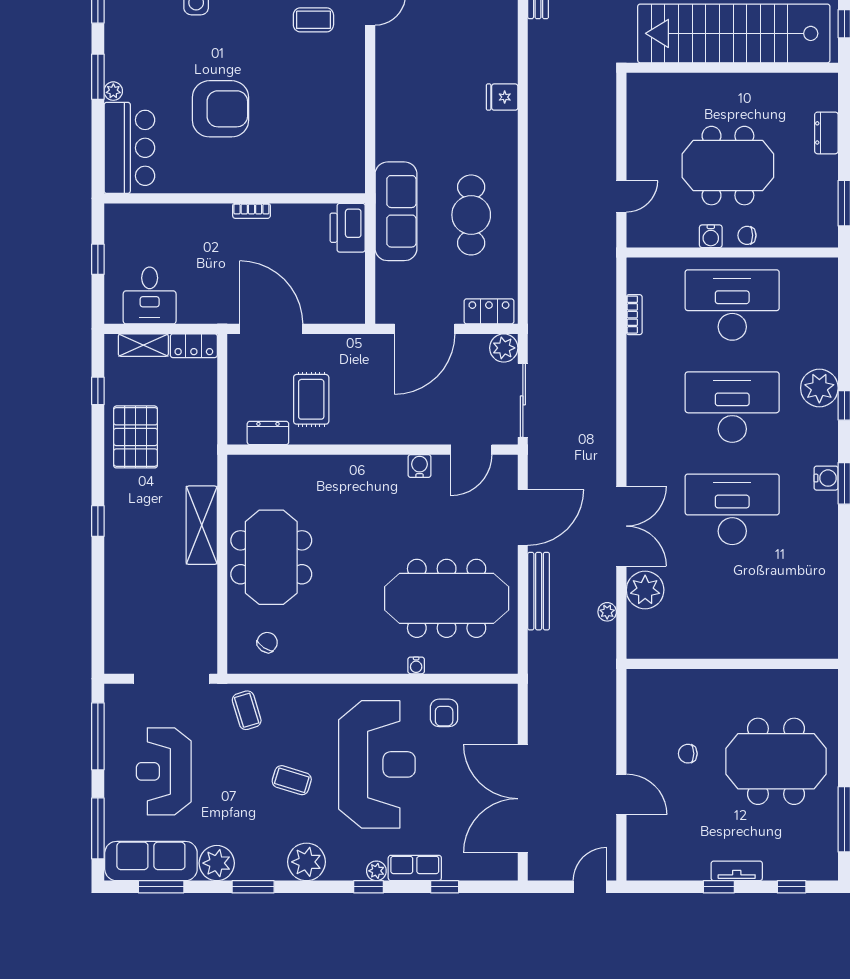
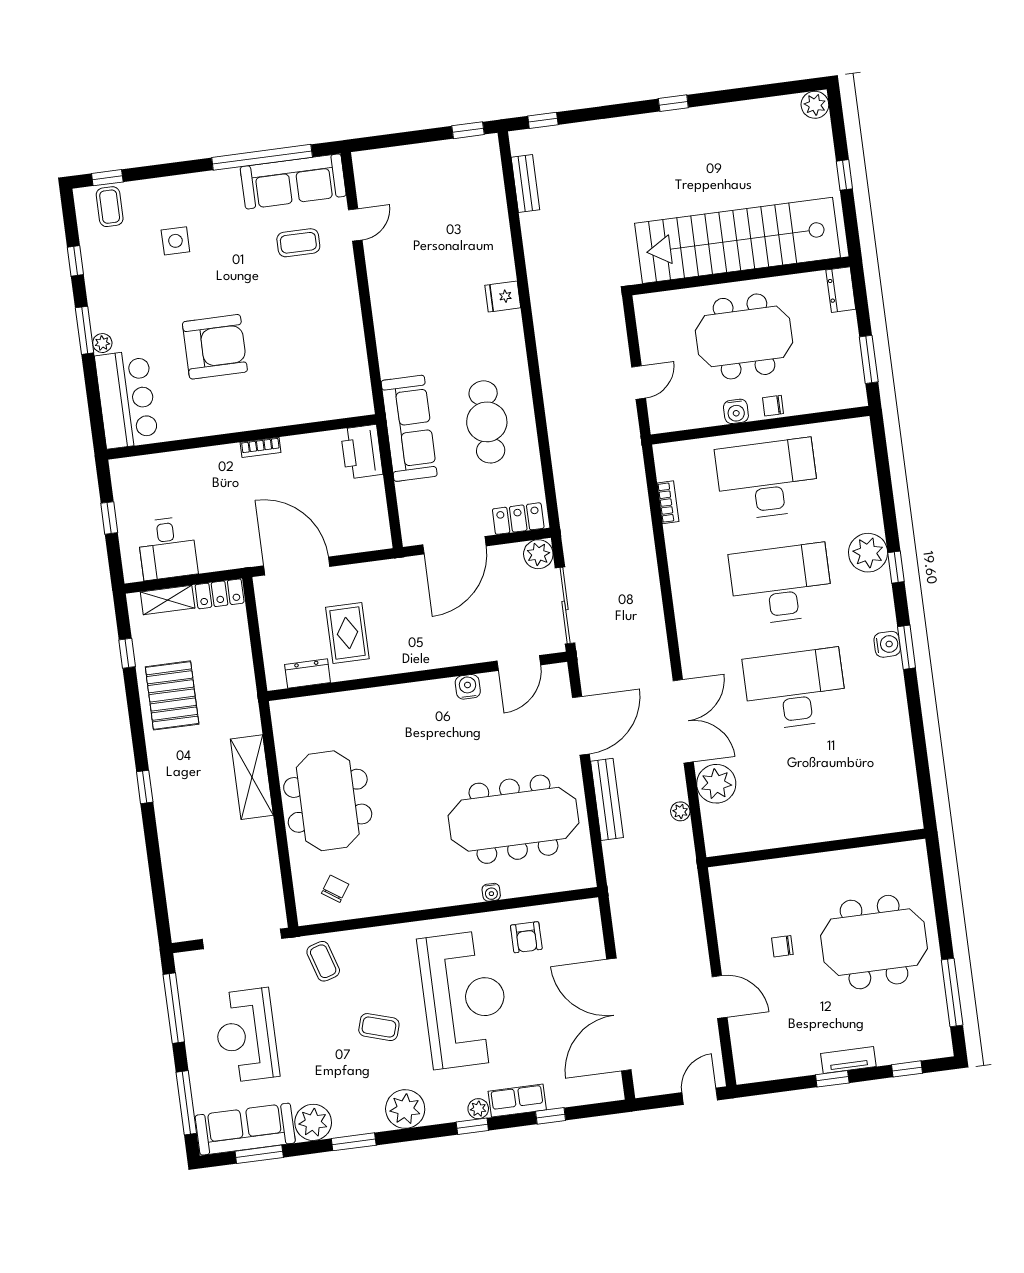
stairs: (734, 33) -> (738, 240), moved
wall: (732, 68) -> (741, 276), moved

